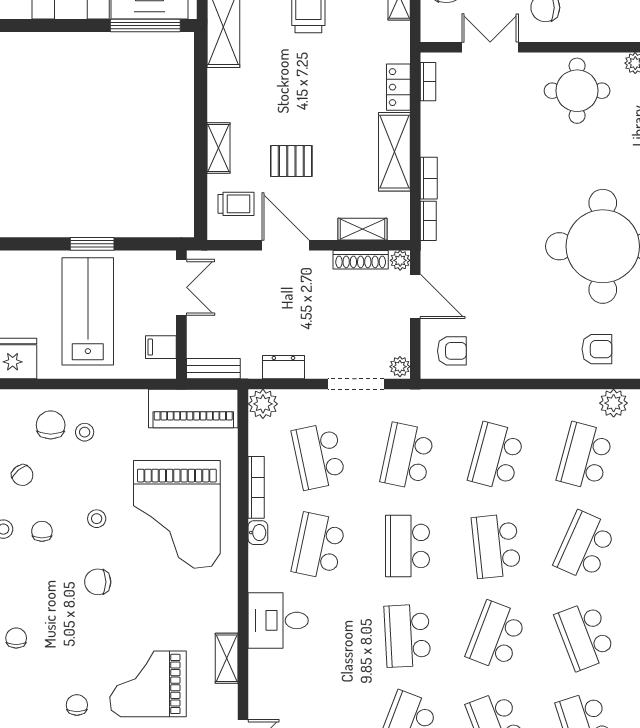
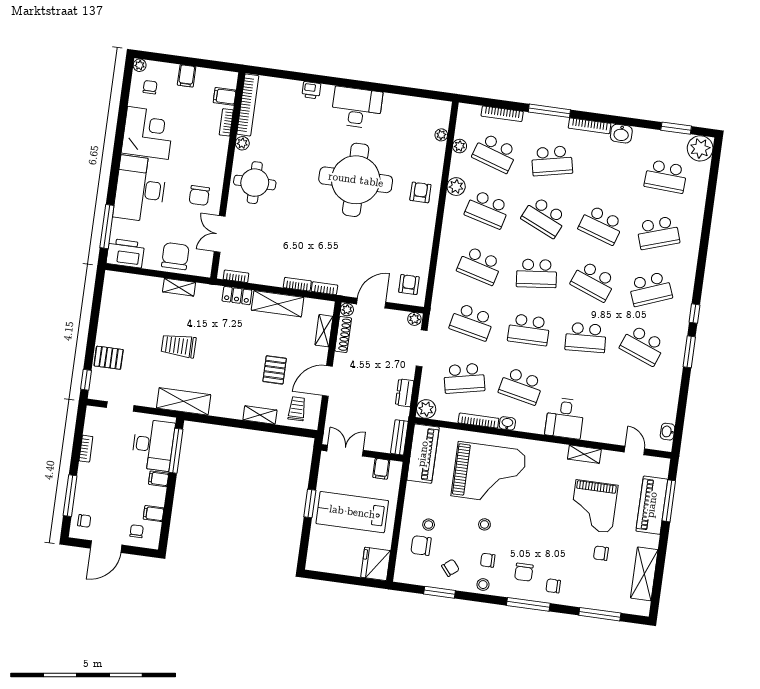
chair: (98, 582) -> (524, 572), moved
school desk: (585, 636) -> (601, 225), turned 39

